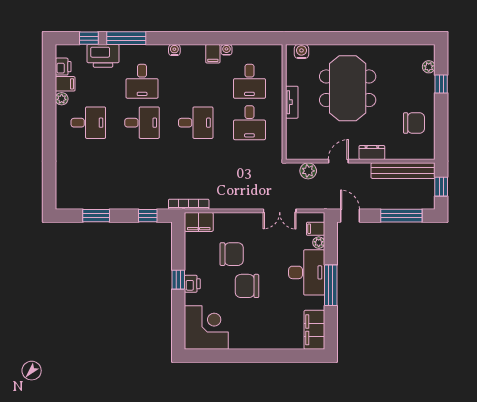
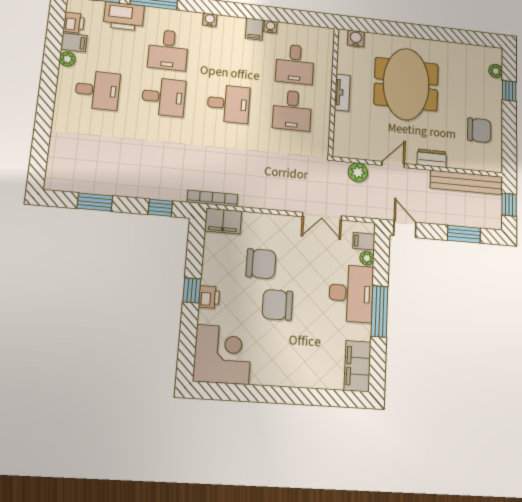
window: (401, 216) -> (464, 234), width x0.69

